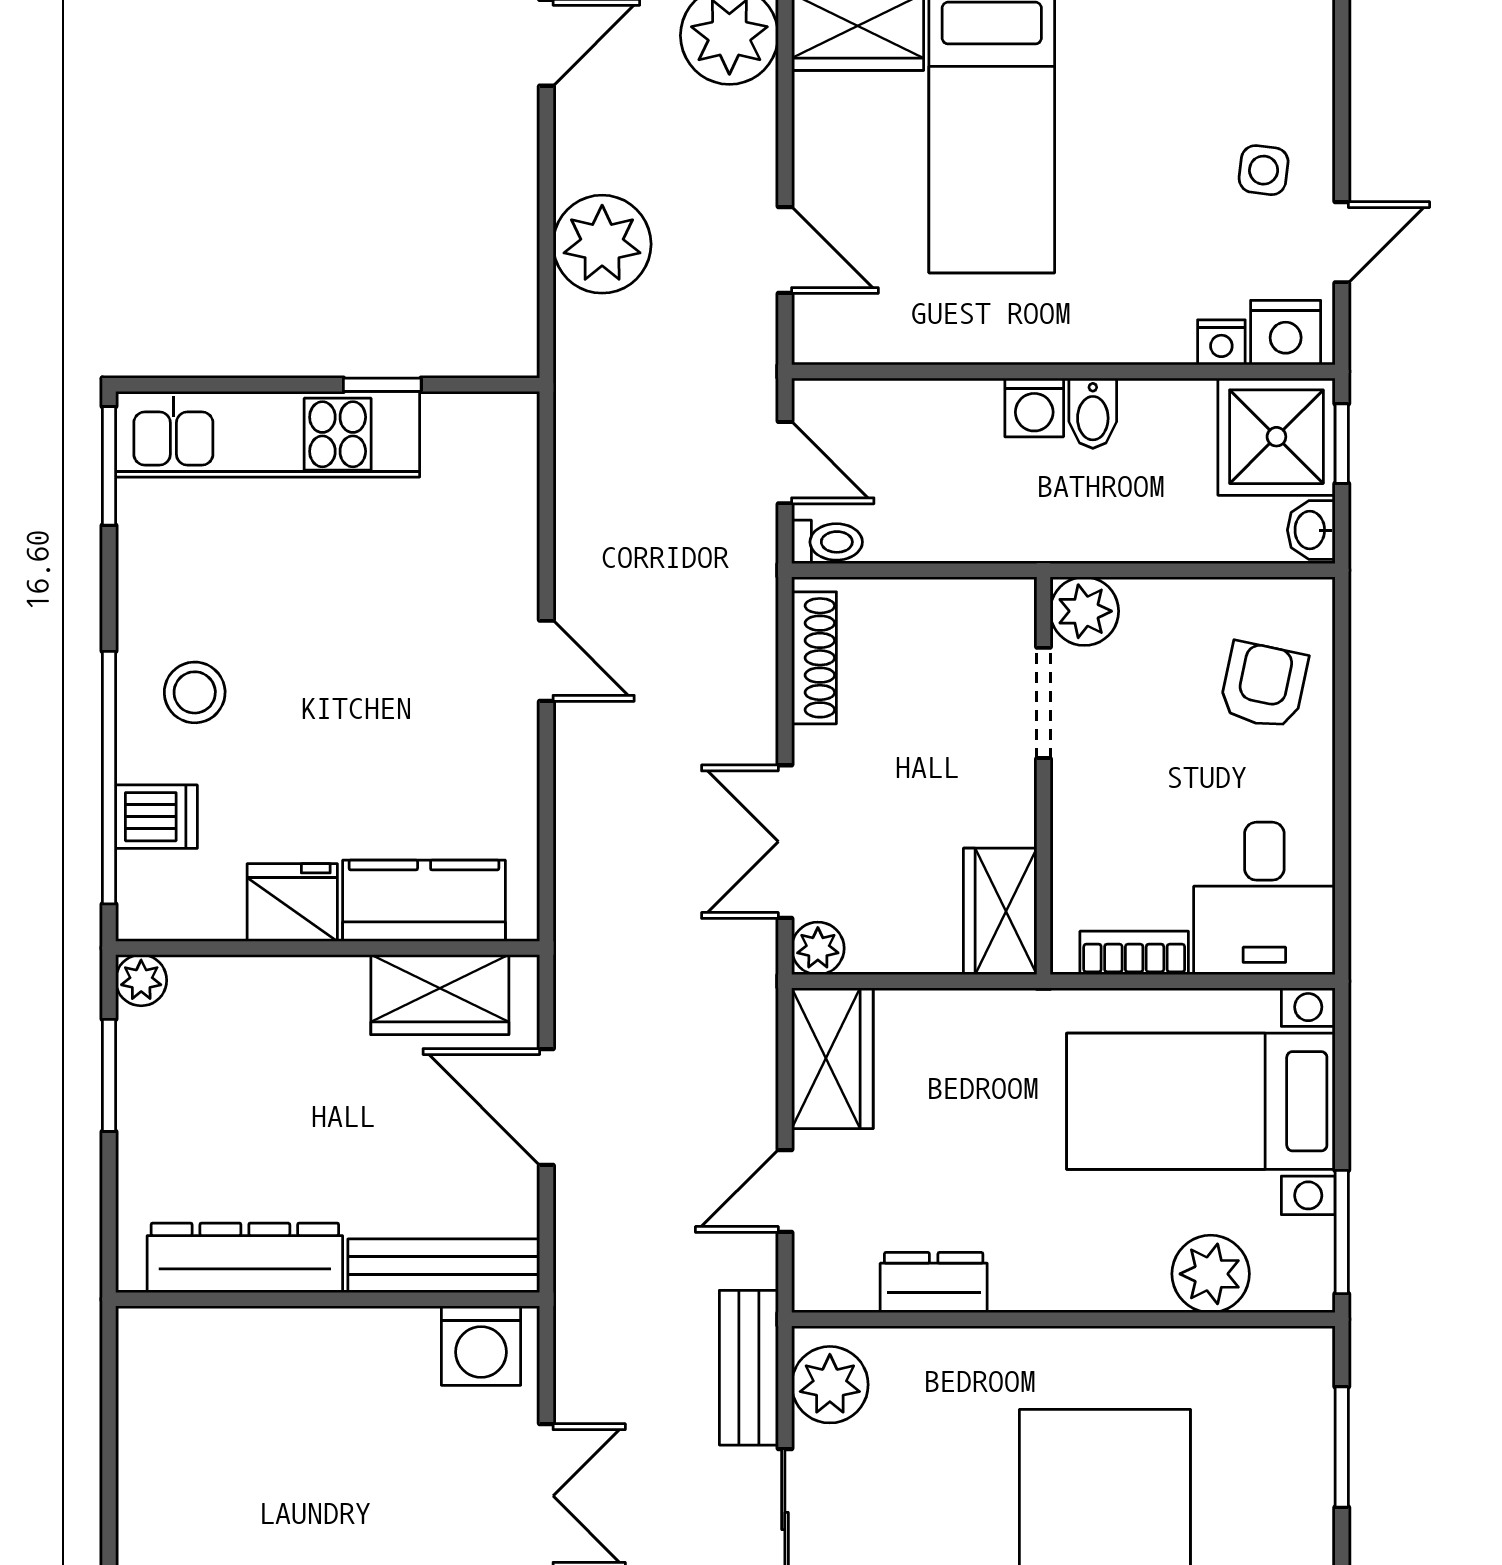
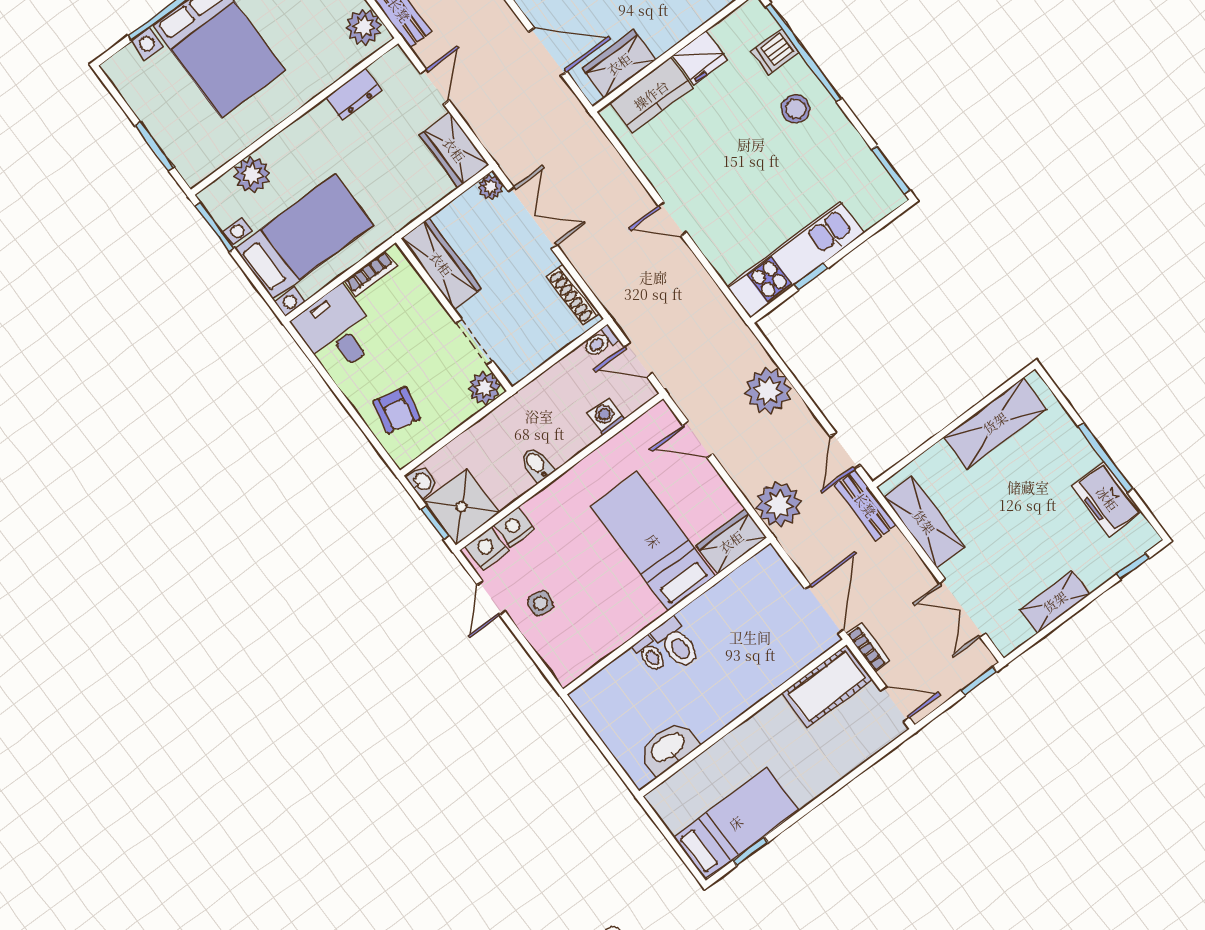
nightstand: (1221, 342) -> (514, 527), width x1.39, depth x1.35
washing machine: (1034, 407) -> (606, 416), moved
kitchen unit: (268, 434) -> (795, 260), moved
wardrobe: (1000, 911) -> (441, 264), width x1.50

